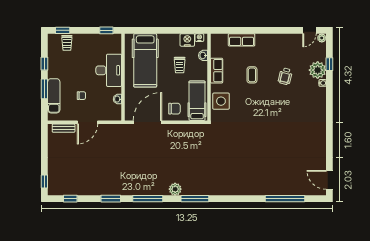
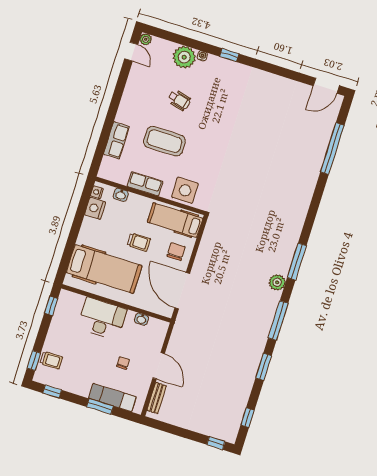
window: (44, 64) -> (52, 391), moved
window: (329, 64) -> (229, 55), moved
trolley: (180, 65) -> (139, 242), moved
coffee table: (252, 75) -> (164, 141), width x1.86, depth x1.72

